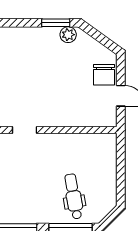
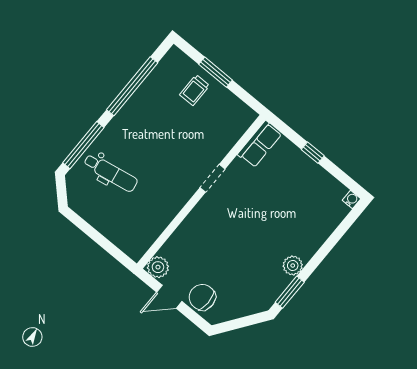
plant: (68, 35) -> (293, 265), moved
plant: (108, 118) -> (158, 267), added

